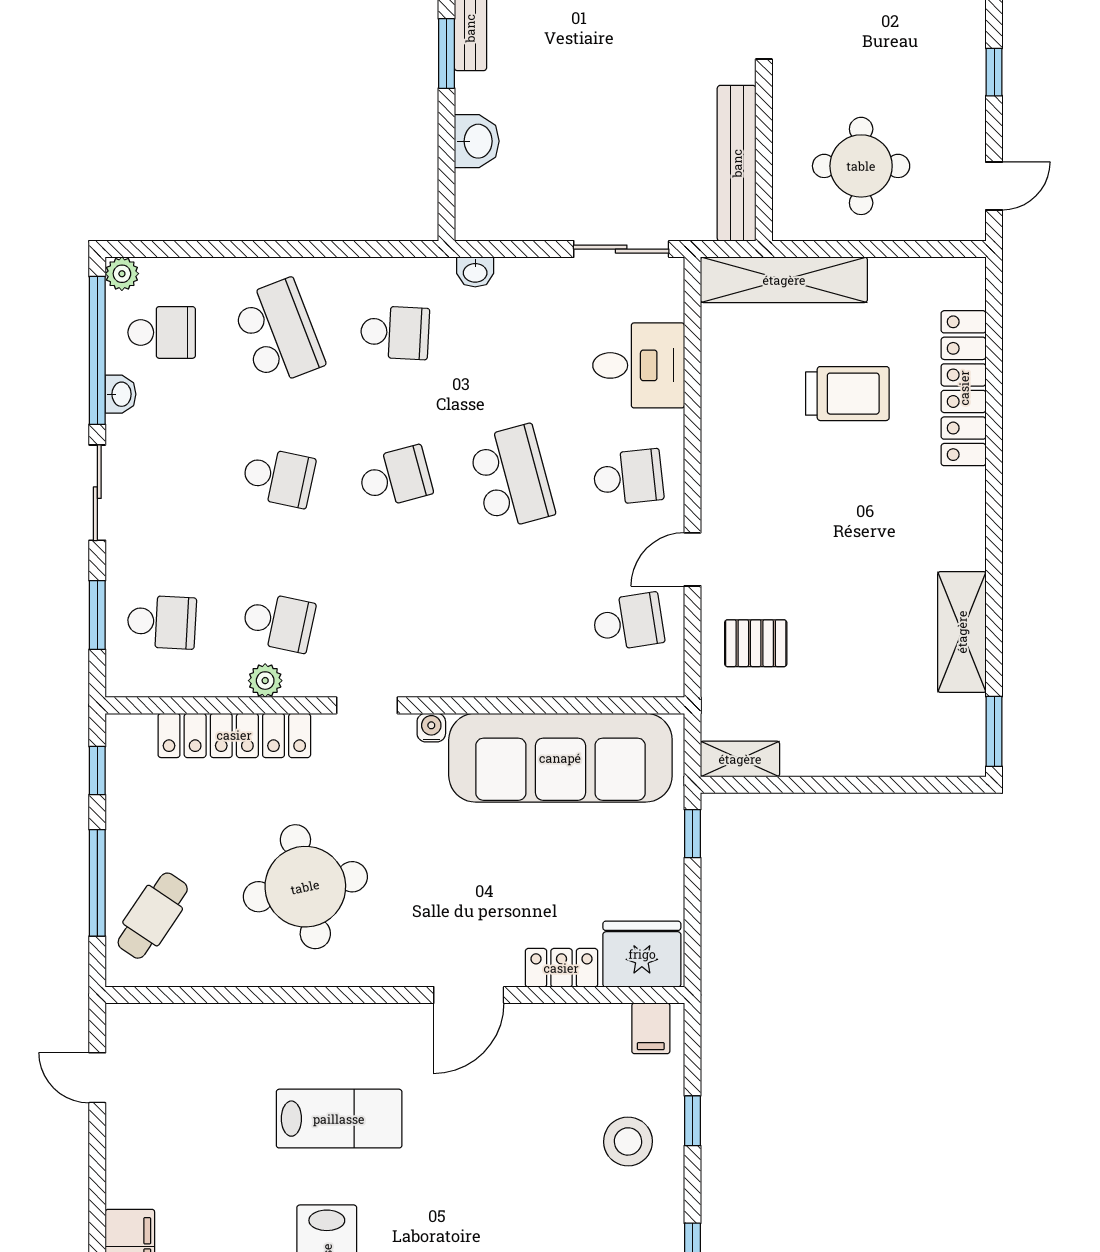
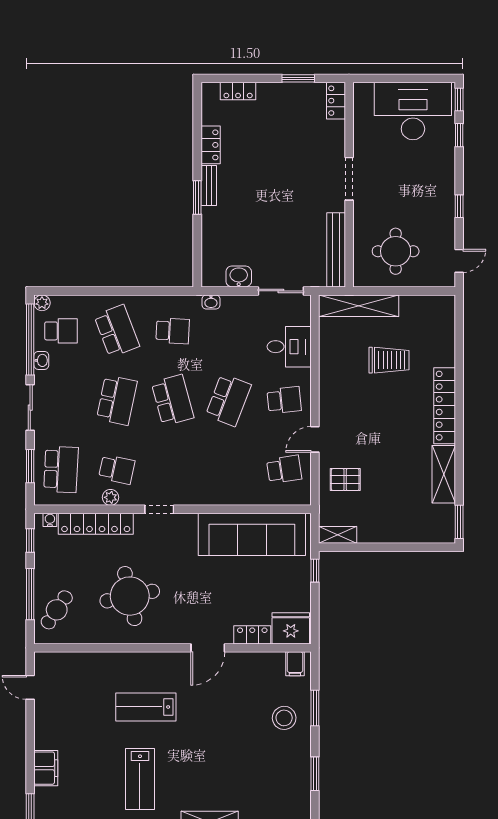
washbasin: (477, 141) -> (239, 276), moved, turned -90
locker: (964, 388) -> (445, 406), moved
school desk: (278, 477) -> (117, 400), width x1.85
school desk: (395, 477) -> (173, 400), width x1.85
school desk: (511, 477) -> (228, 400), turned 36
school desk: (162, 622) -> (61, 469), width x1.85
water cooler: (431, 728) -> (50, 520), moved
lab bench: (339, 1119) -> (146, 707), turned 180
window: (692, 1121) -> (315, 708), width x1.50

